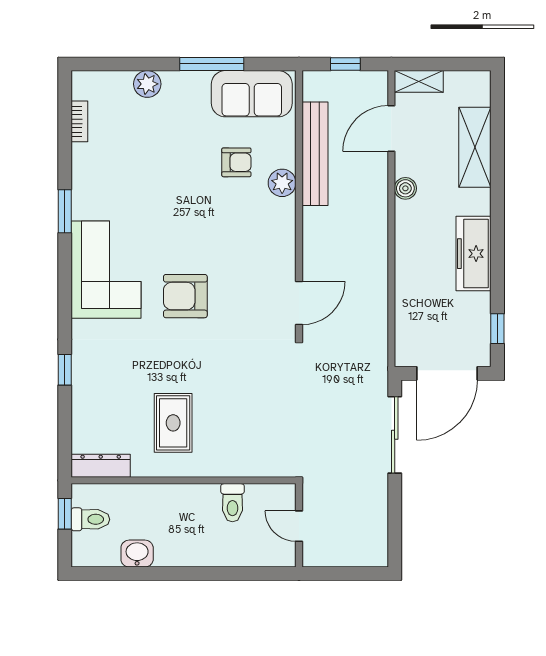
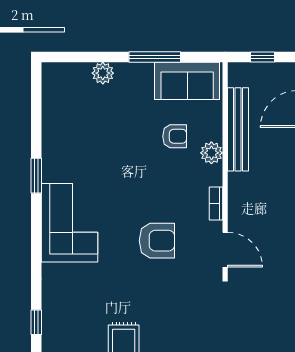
bookcase: (79, 121) -> (216, 204), moved, turned 180
armchair: (185, 296) -> (157, 241), moved, turned 180
door: (299, 303) -> (225, 250), hinge flipped
window: (65, 370) -> (36, 322), moved

